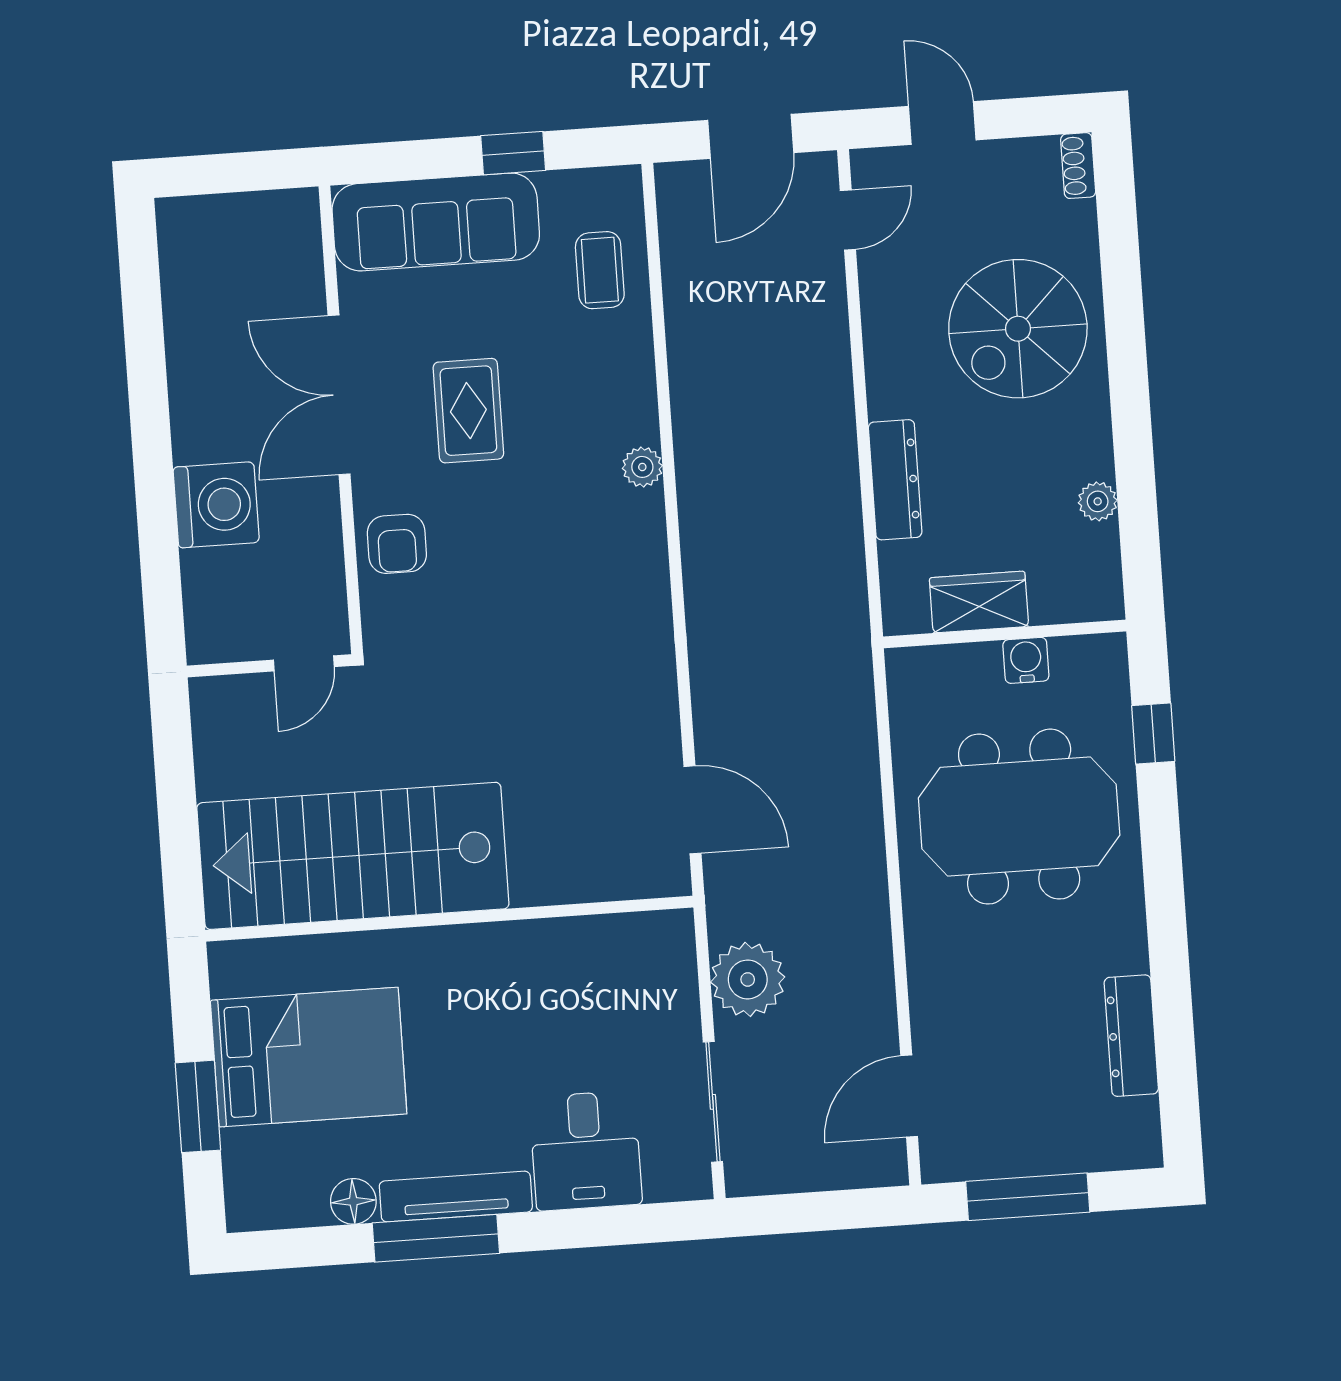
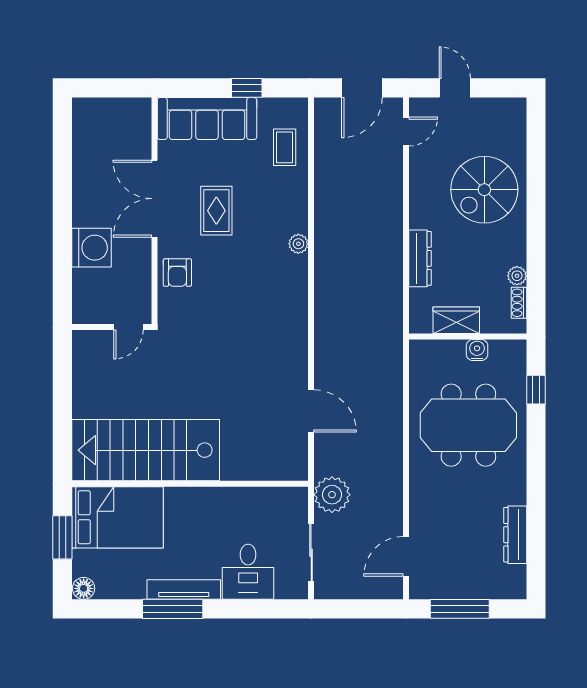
shoe rack: (1078, 166) -> (519, 303), moved
stairs: (353, 856) -> (146, 450), moved
wall: (449, 919) -> (190, 484), moved
floor lamp: (353, 1201) -> (84, 588), moved

